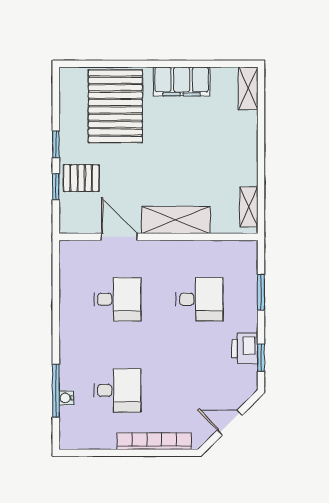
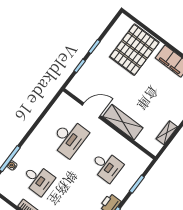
pallet: (81, 178) -> (94, 71), removed
shelving: (249, 207) -> (167, 133), moved
door: (119, 237) -> (91, 110), hinge flipped
desk: (117, 299) -> (69, 138), width x1.37

